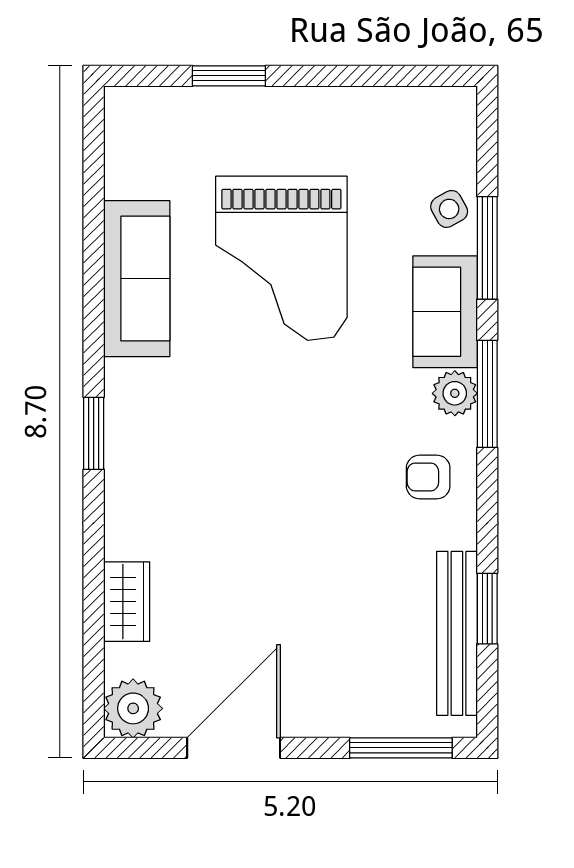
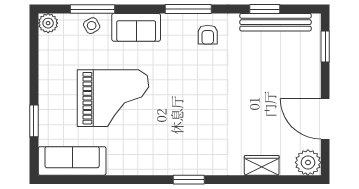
window: (487, 248) -> (93, 9), moved
sofa: (137, 279) -> (72, 161), moved
plant: (455, 393) -> (48, 23), moved
window: (487, 394) -> (188, 9), moved
window: (401, 748) -> (325, 46), width x0.69

